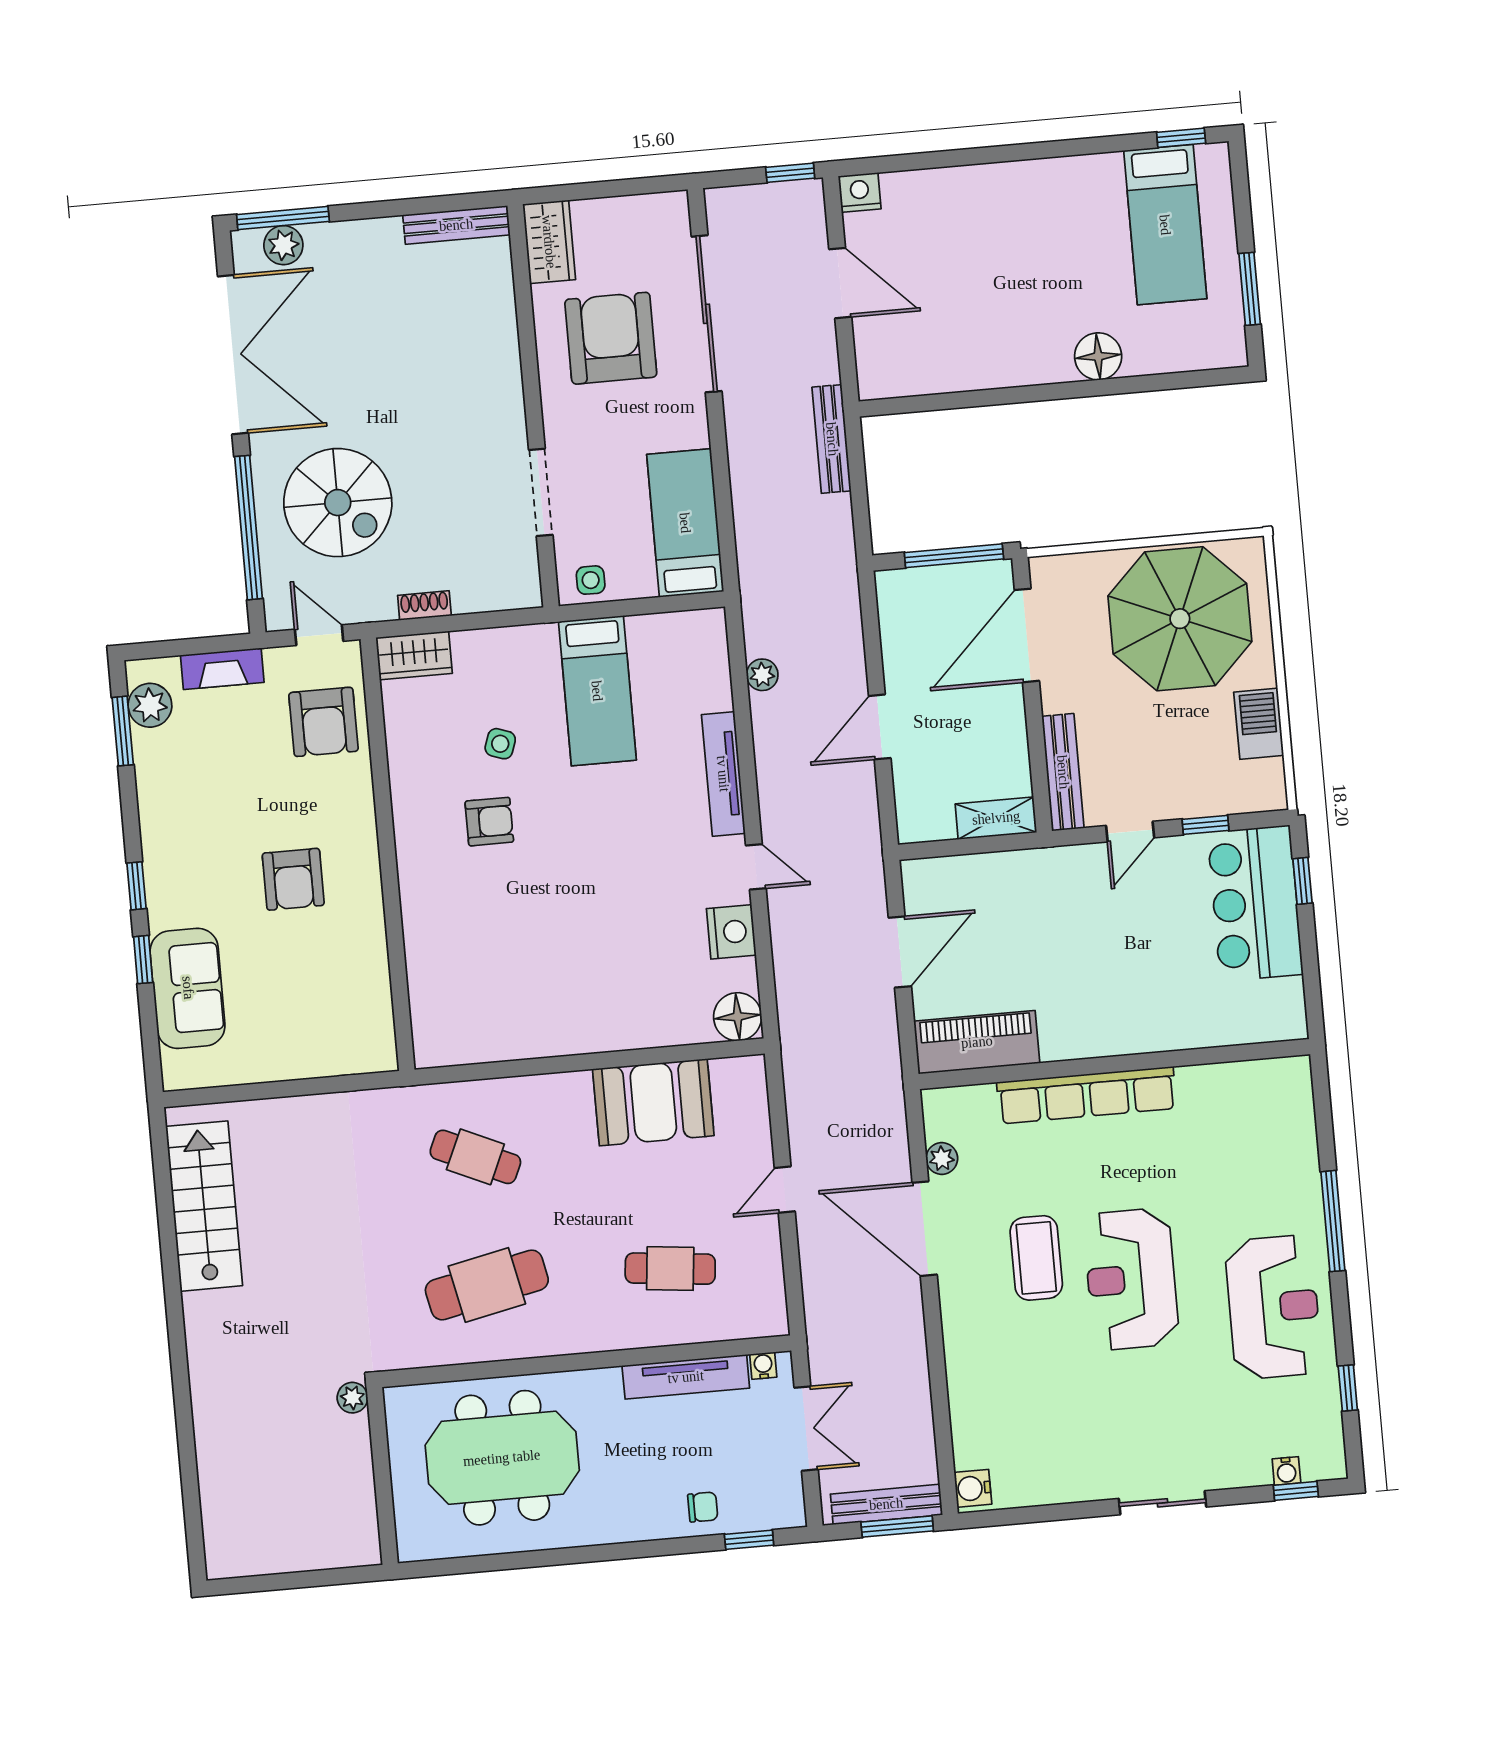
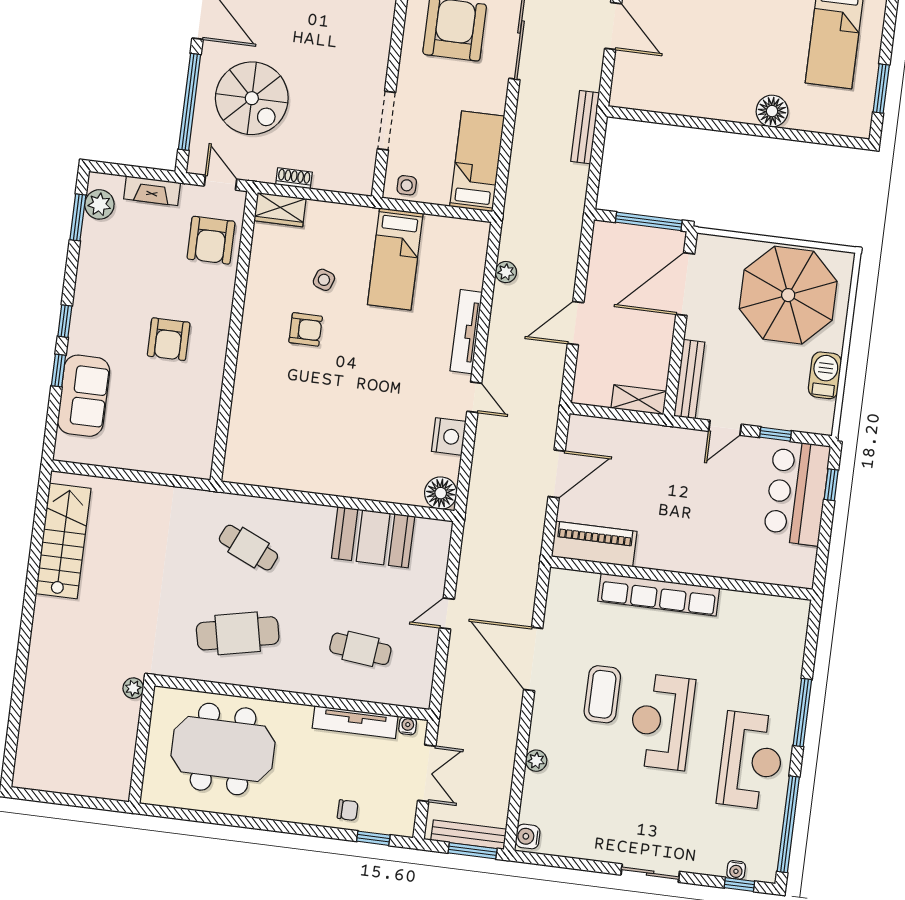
plant: (942, 1158) -> (536, 761), moved
window: (1348, 1388) -> (788, 824), width x3.17

